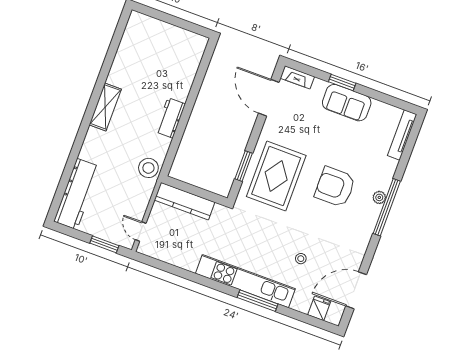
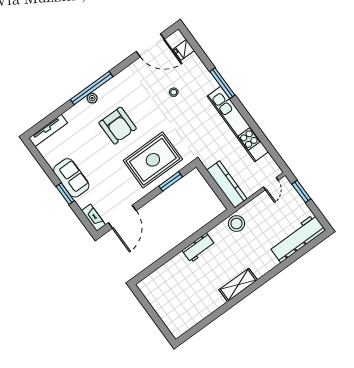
kitchen unit: (245, 281) -> (238, 124), moved

